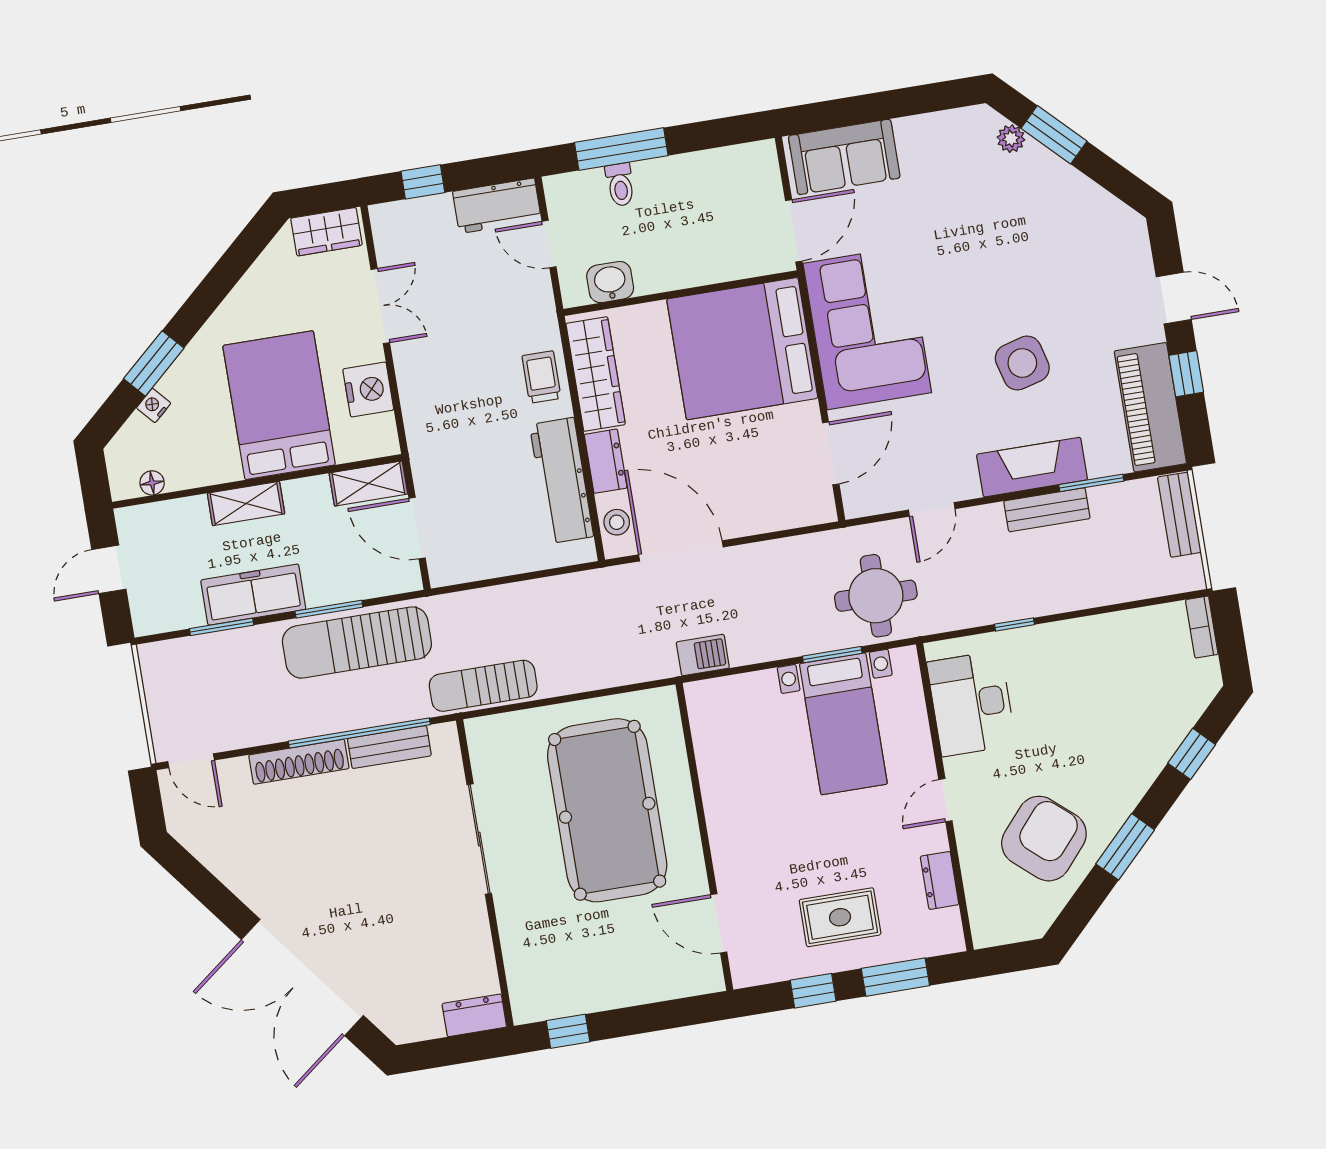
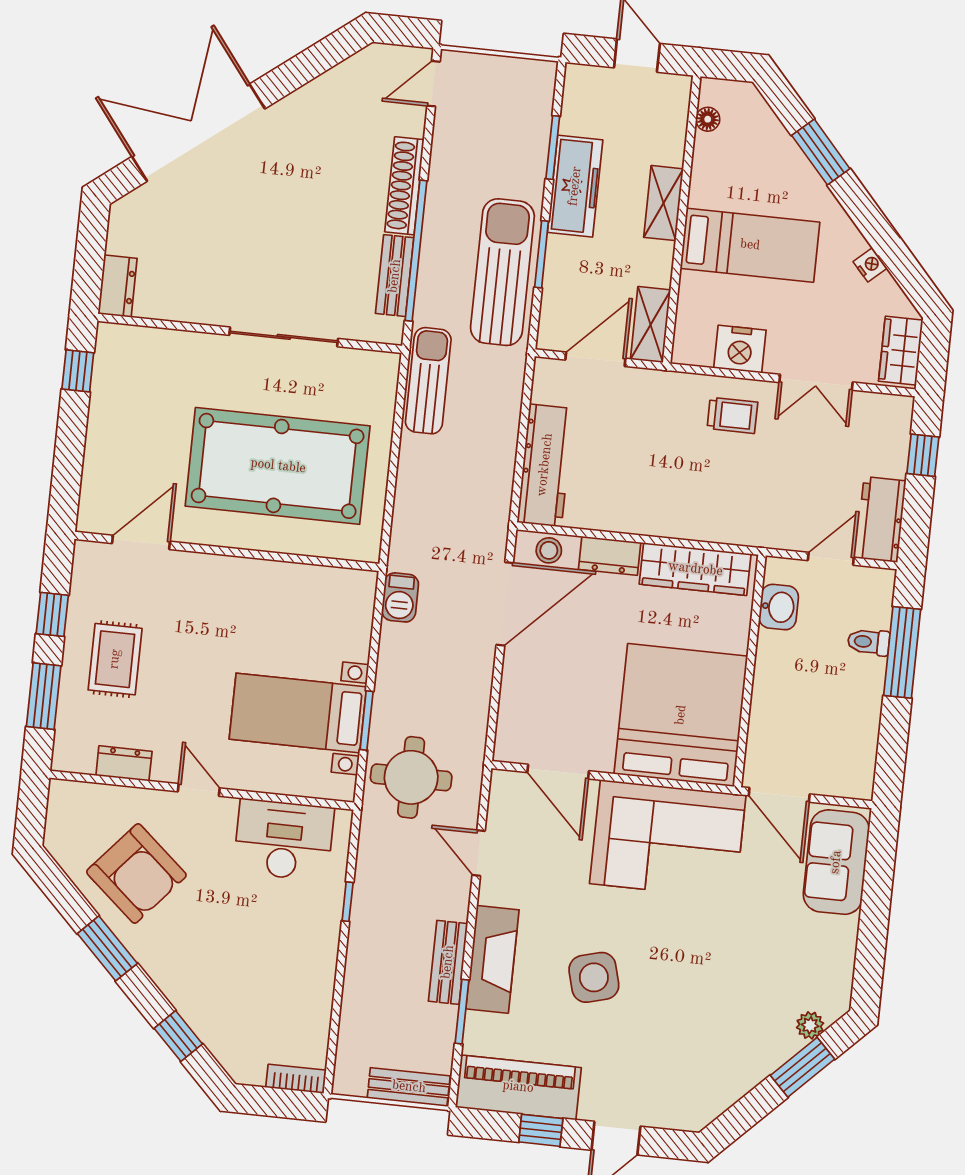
trolley: (541, 377) -> (732, 415), moved
bed: (279, 405) -> (750, 245), width x0.67
nightstand: (154, 406) -> (870, 265), moved
workbench: (562, 480) -> (545, 465), moved, turned 90

